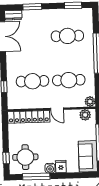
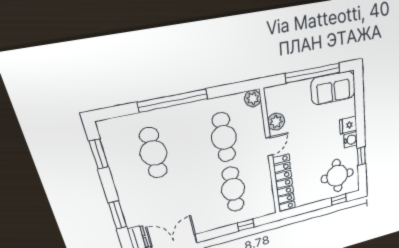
plant: (85, 115) -> (276, 122), moved
window: (36, 177) -> (361, 156), width x0.46

